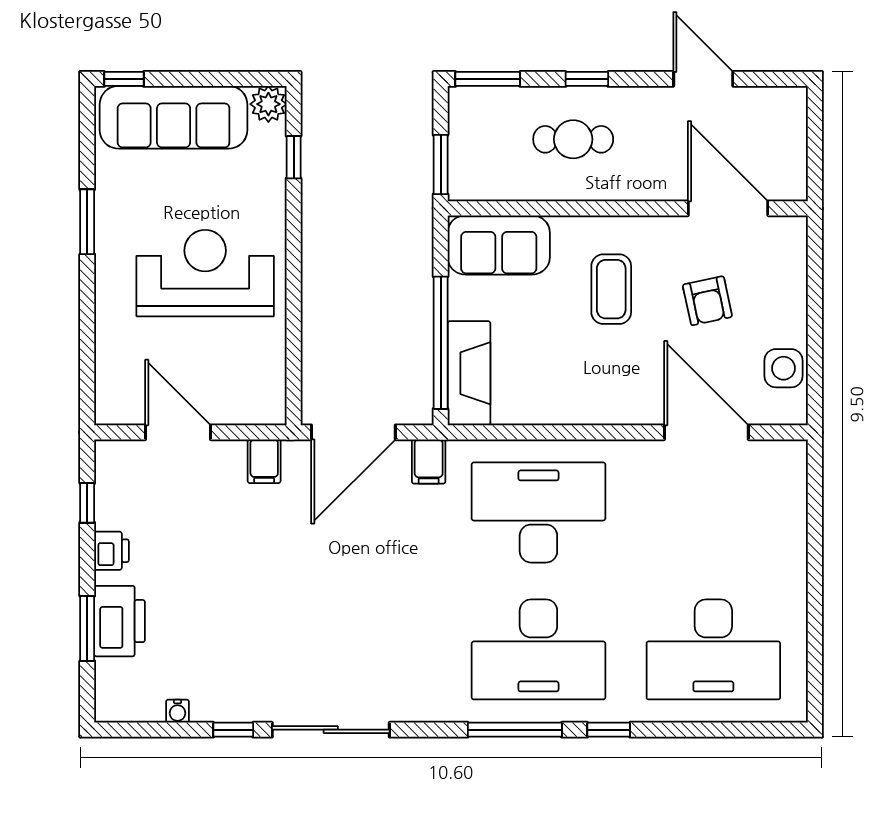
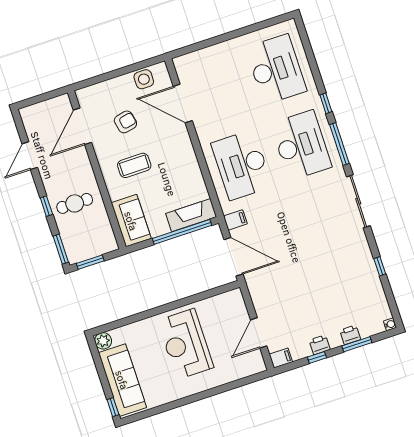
cafe table: (573, 139) -> (75, 203), turned 90
window: (294, 157) -> (123, 322), removed
window: (441, 165) -> (90, 262), moved
window: (87, 222) -> (180, 403), removed
door: (706, 432) -> (183, 104), hinge flipped
filing cabinet: (264, 461) -> (281, 358), moved
window: (87, 503) -> (317, 357), moved
printer: (119, 621) -> (350, 335), width x0.53, depth x0.68
water cooler: (177, 711) -> (390, 324), moved
sliding door: (331, 730) -> (358, 201), moved

